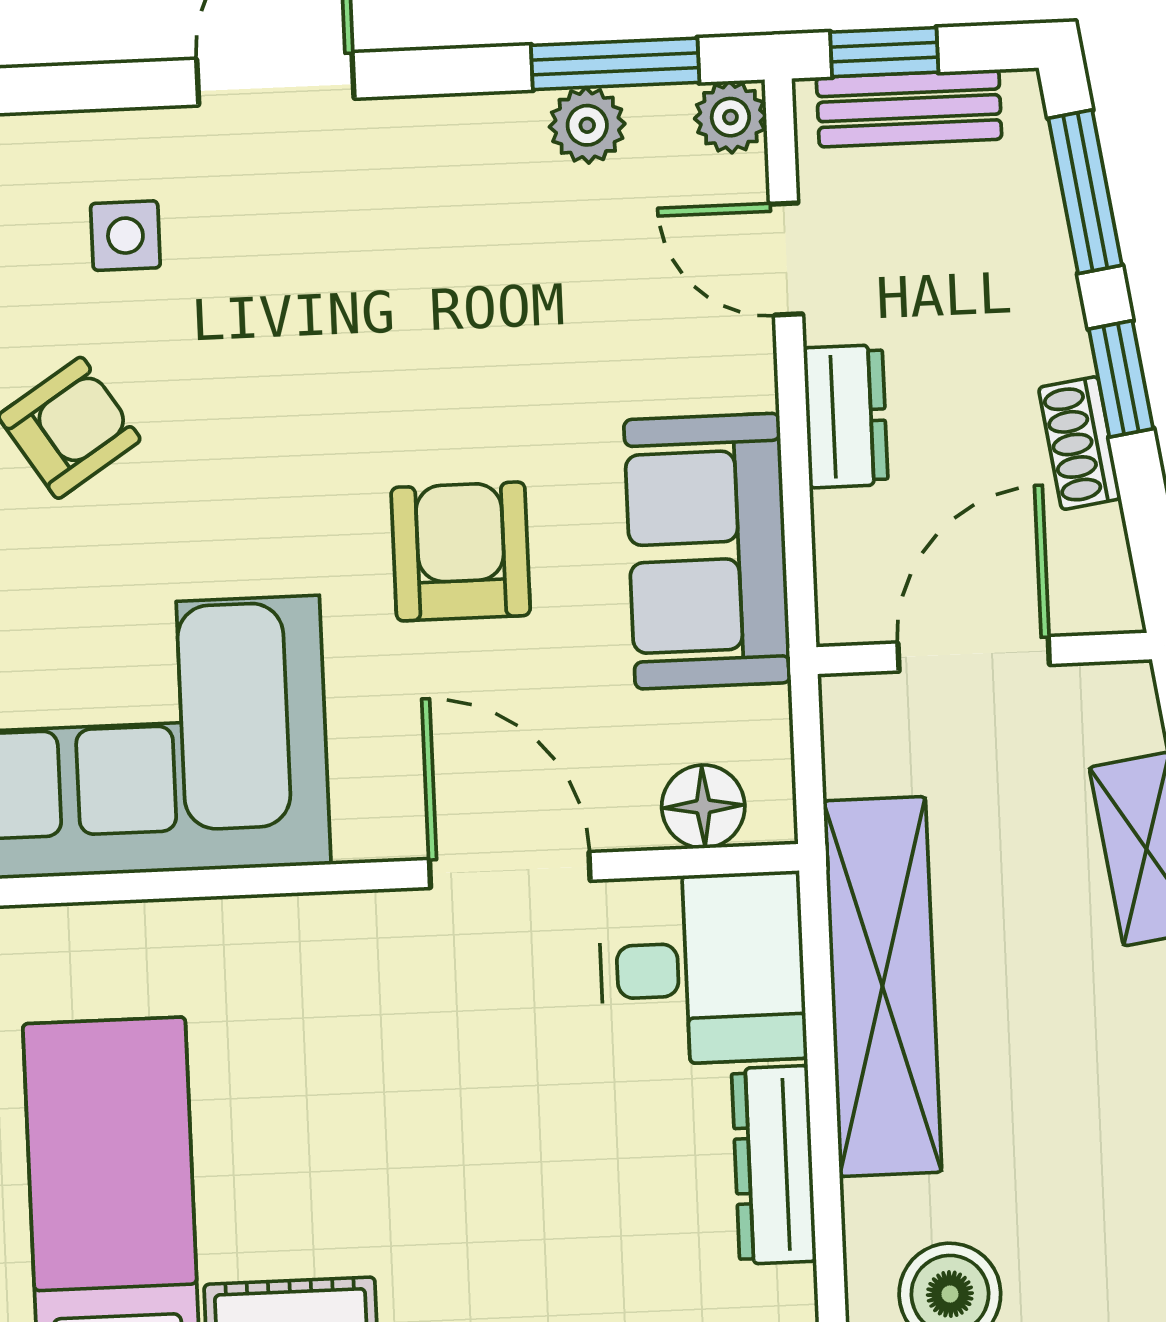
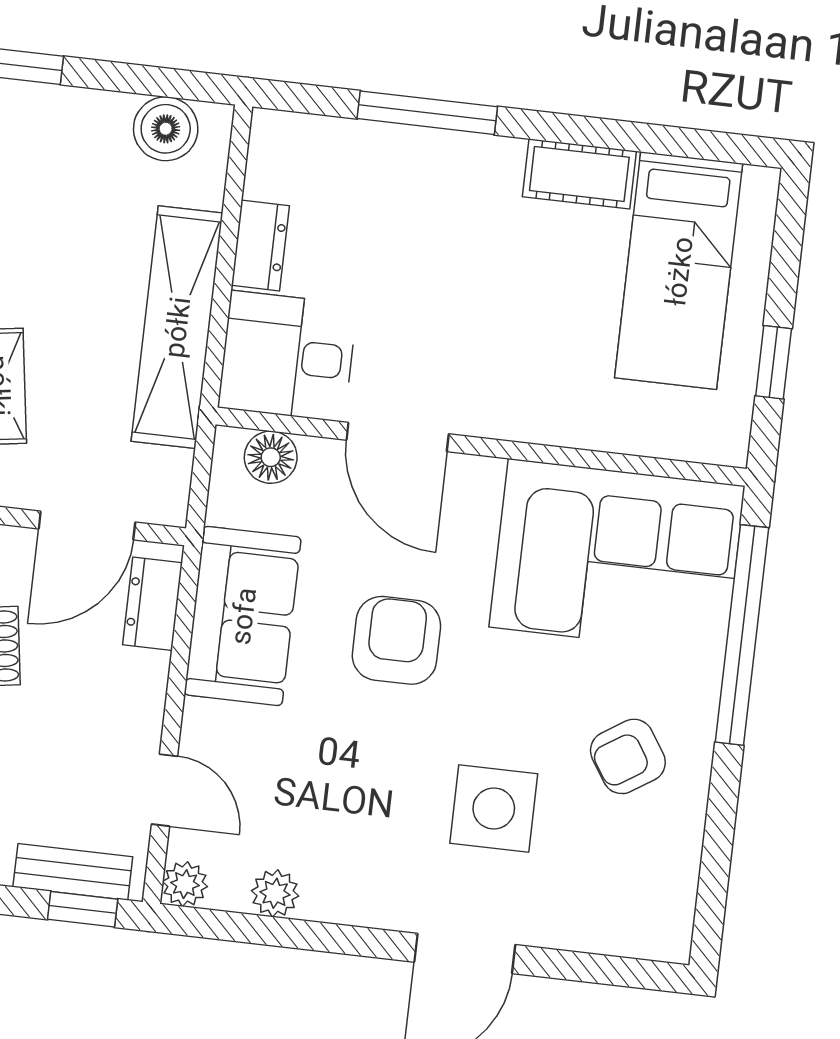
window: (615, 64) -> (252, 929), removed
side table: (125, 236) -> (494, 808), moved, width x1.87, depth x1.87
dresser: (846, 416) -> (153, 604), moved
armchair: (461, 551) -> (396, 640), turned 180
dresser: (774, 1165) -> (260, 246), width x0.70

